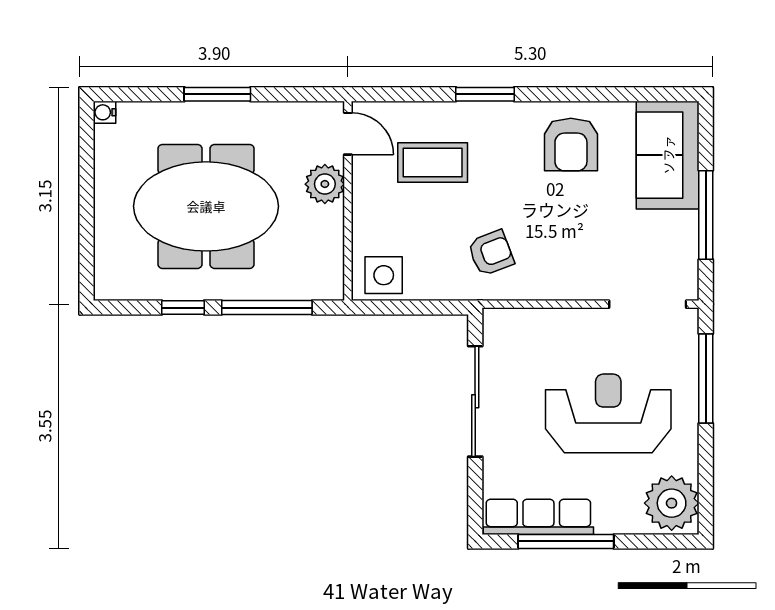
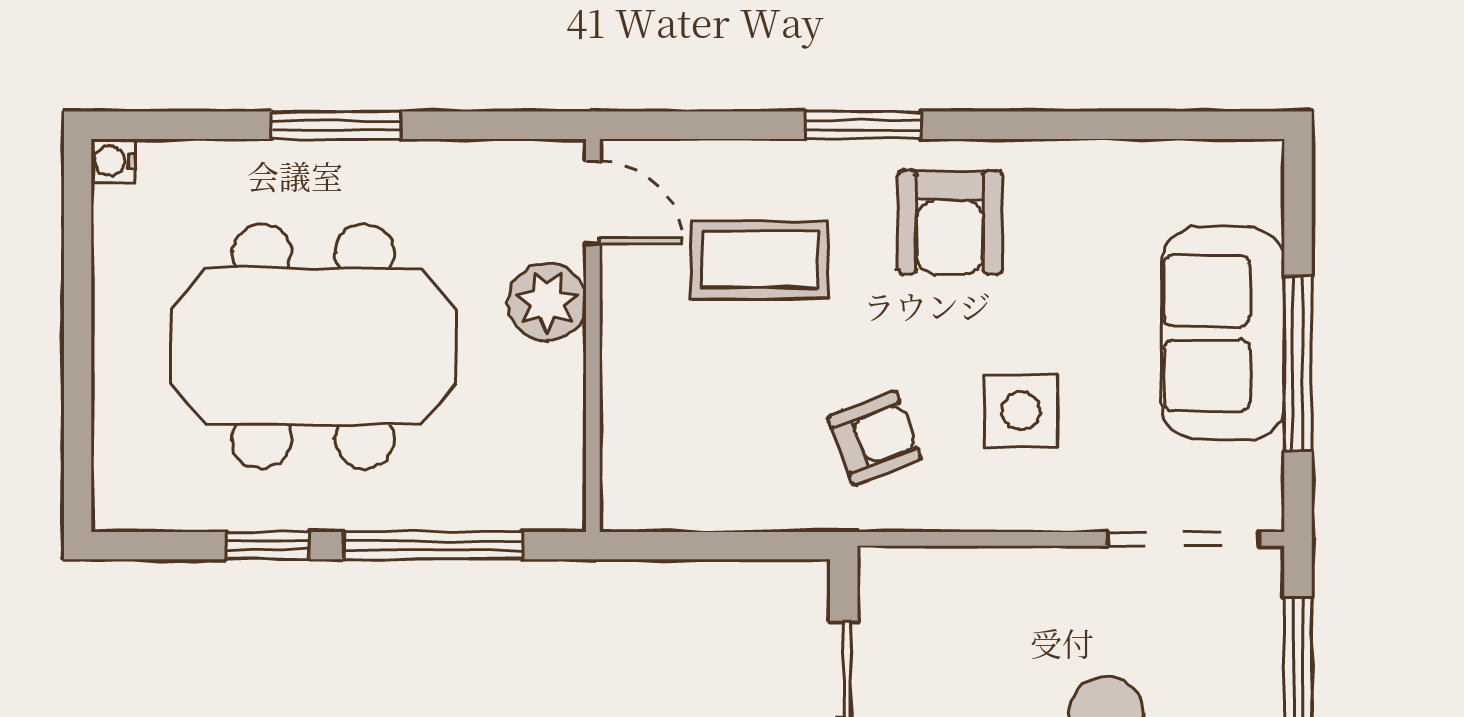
armchair: (571, 145) -> (950, 223), moved
sofa: (668, 155) -> (1223, 333), moved
side table: (384, 275) -> (1021, 411), moved

